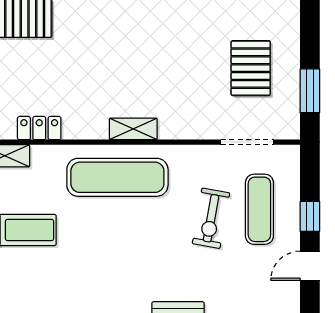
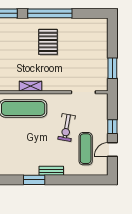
pallet: (251, 68) -> (48, 42), moved
exercise mat: (259, 209) -> (86, 149), moved

